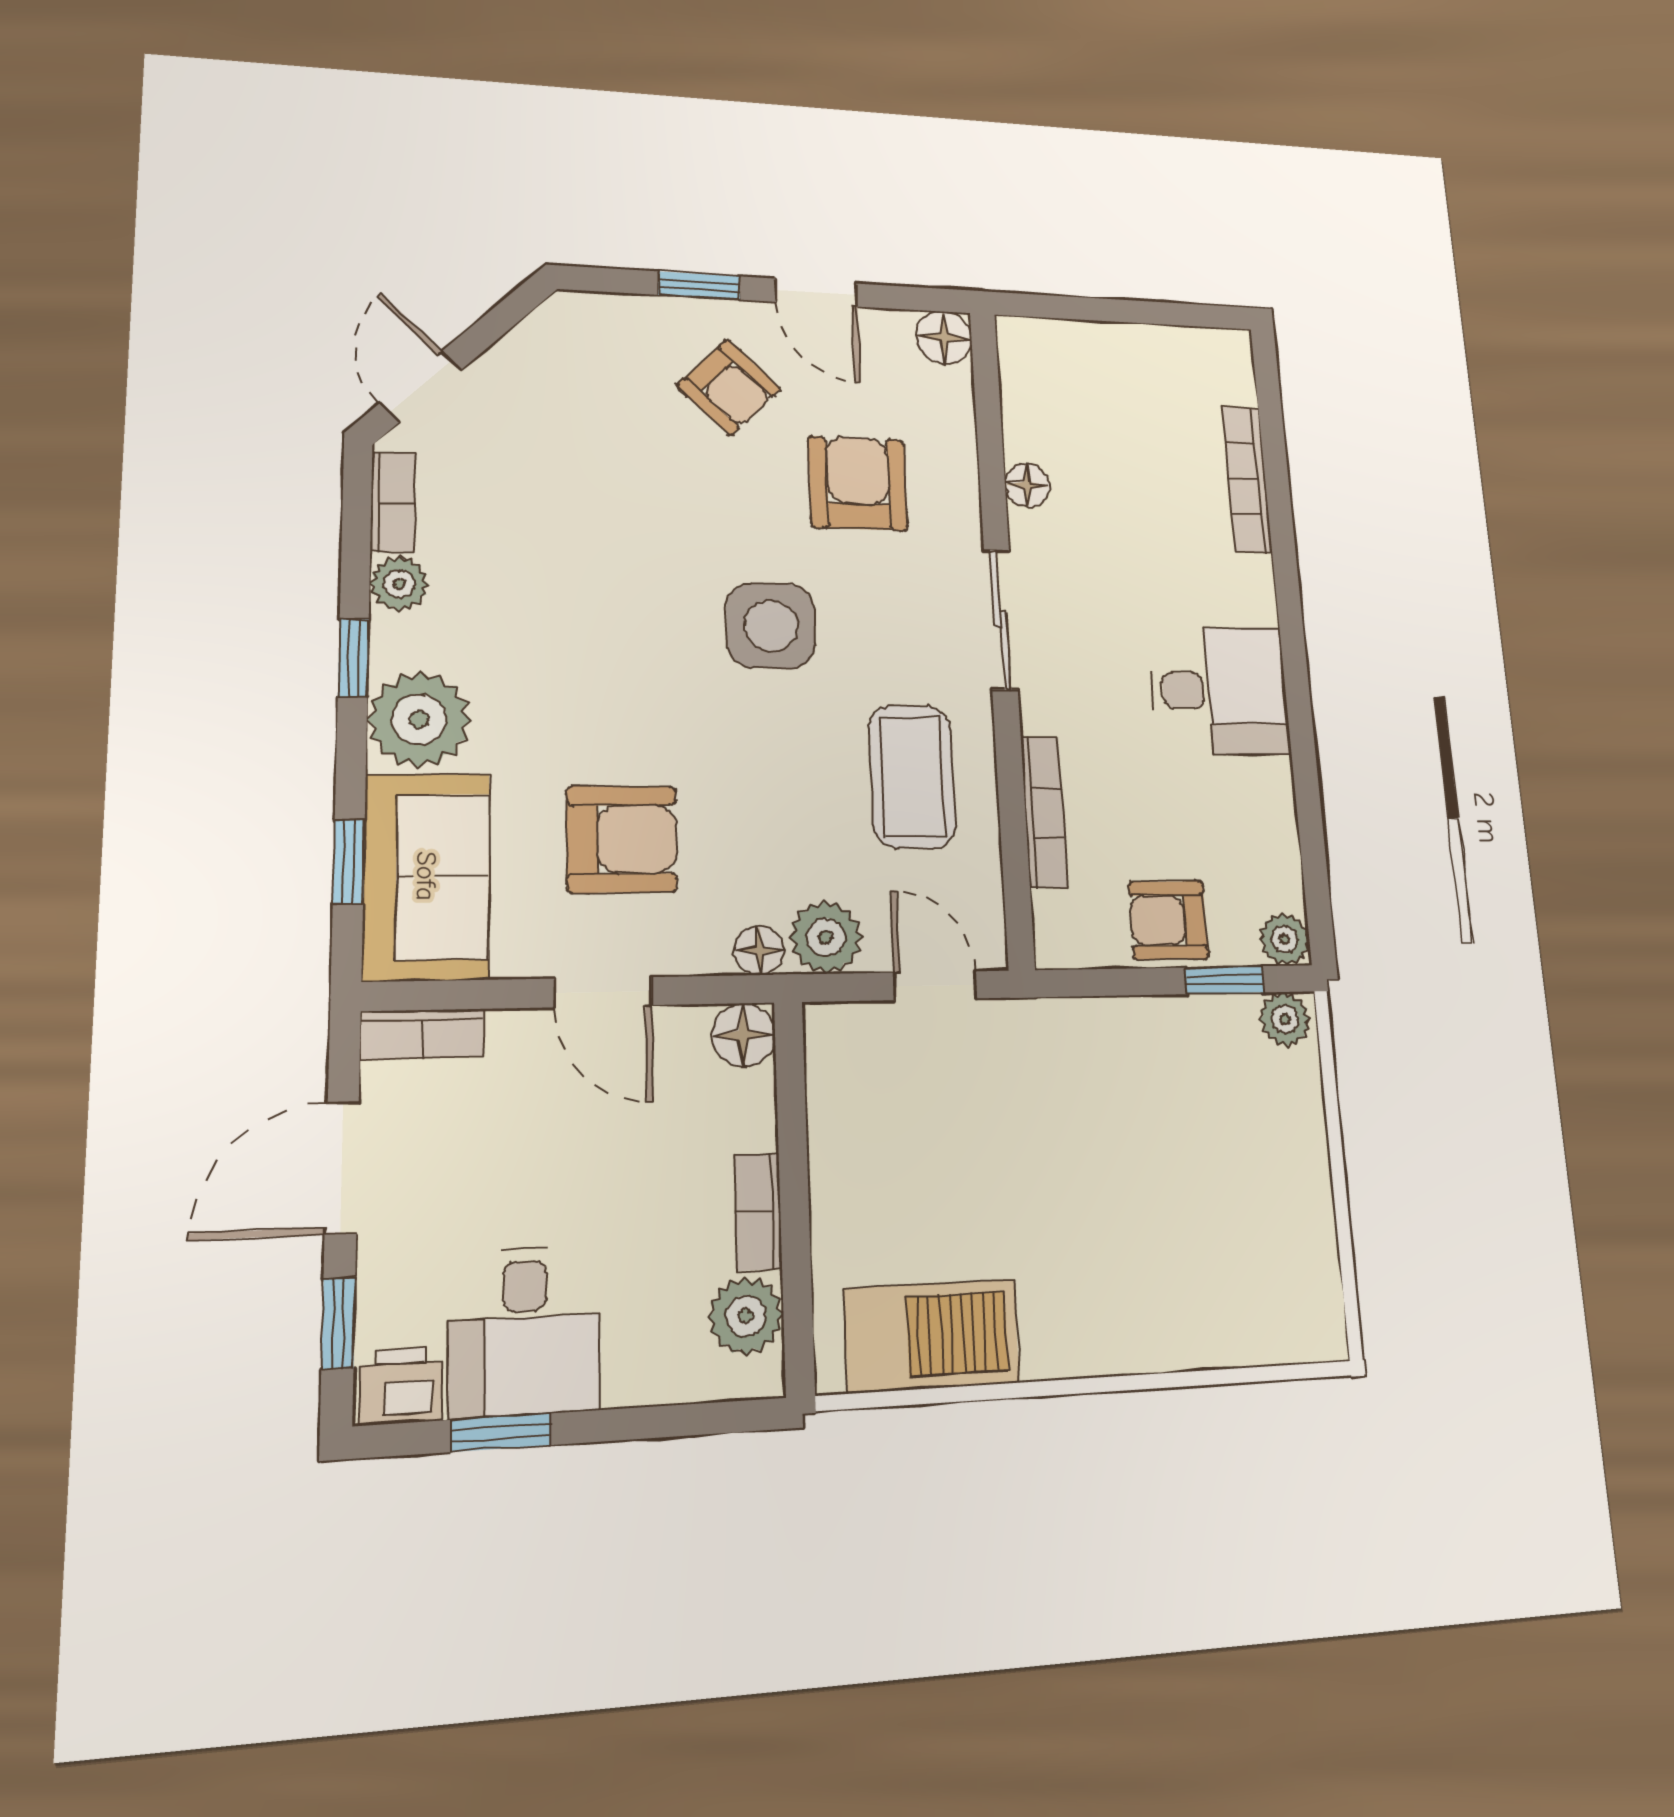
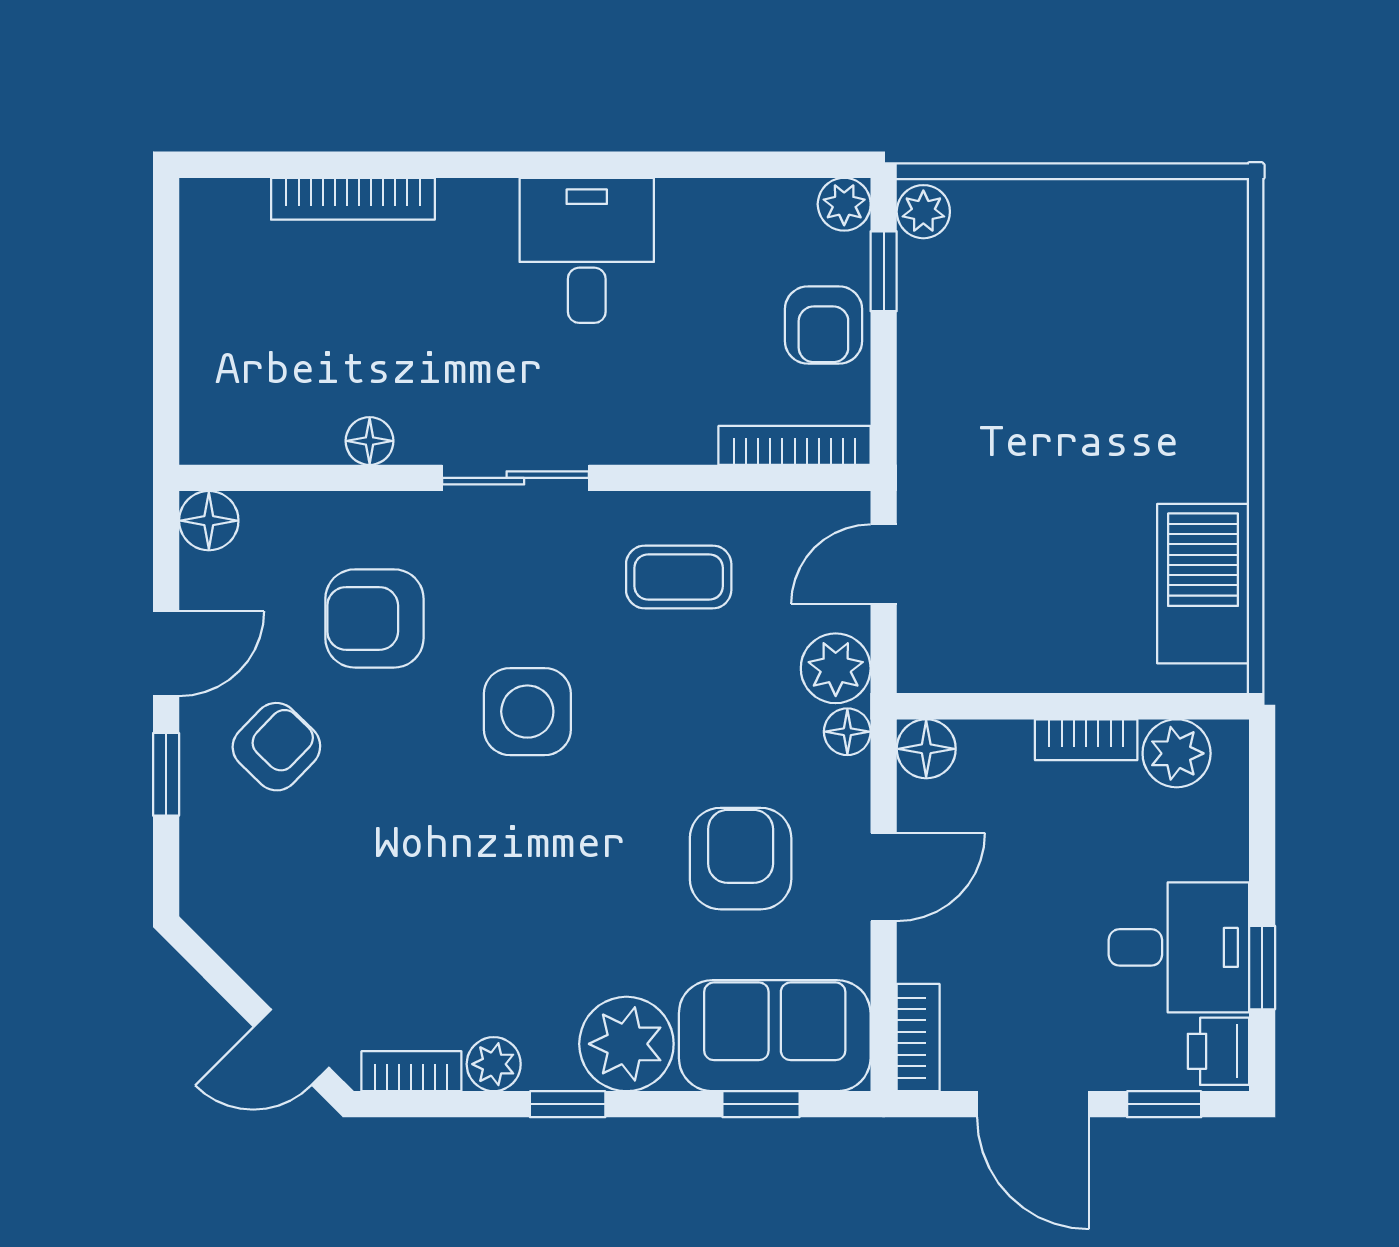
coffee table: (912, 776) -> (679, 577), width x0.73, depth x0.77
bookcase: (1044, 812) -> (795, 445), moved

